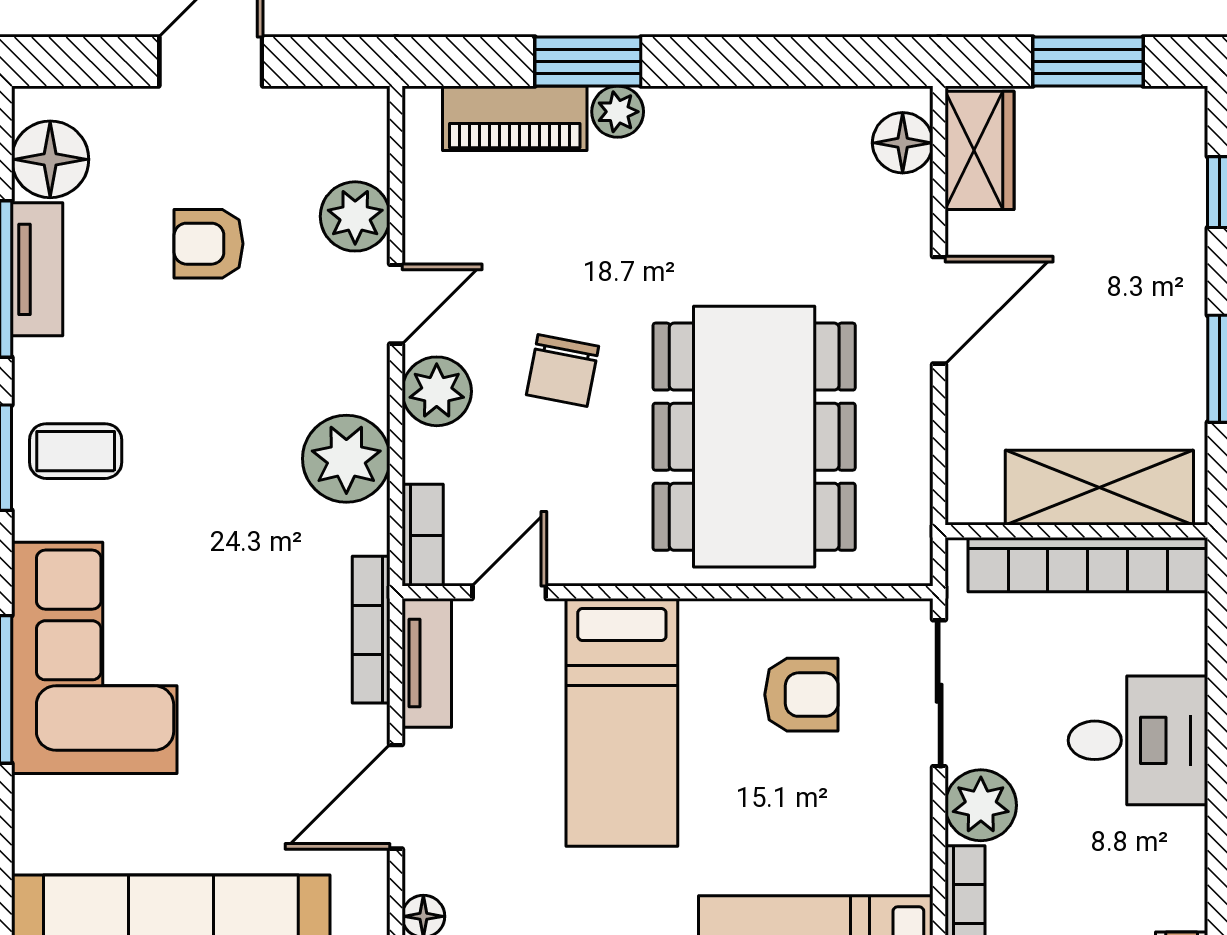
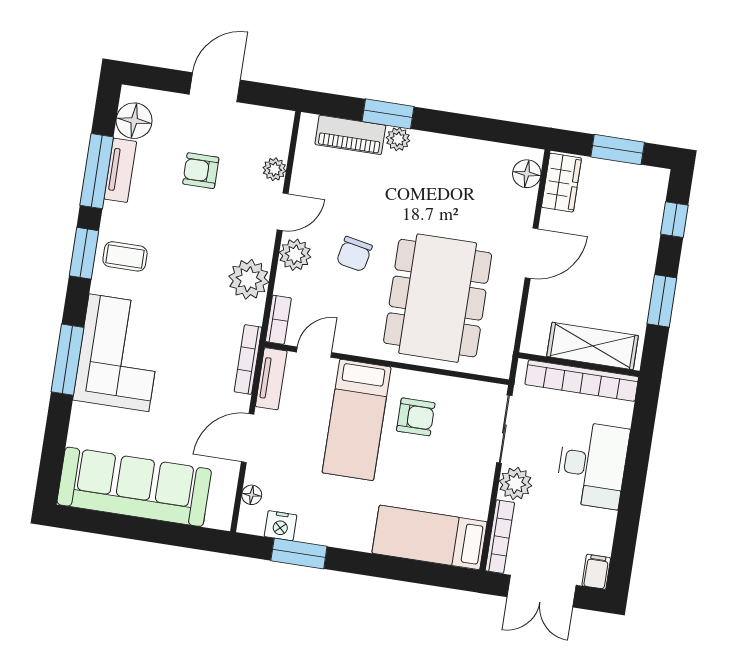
plant: (355, 216) -> (274, 169), width x0.73, depth x0.73
armchair: (801, 695) -> (416, 417), moved
desk: (1138, 740) -> (592, 465), width x1.37

